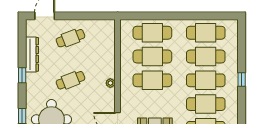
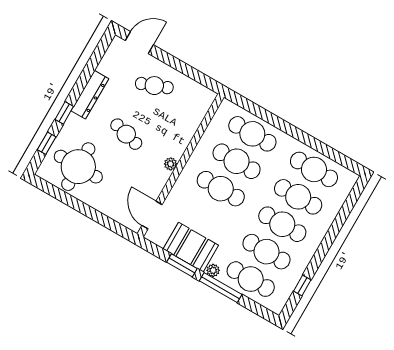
dresser: (32, 54) -> (90, 95), moved
window: (22, 75) -> (64, 113), moved
window: (242, 79) -> (302, 285), moved
cafe table: (70, 80) -> (126, 134), turned 36

